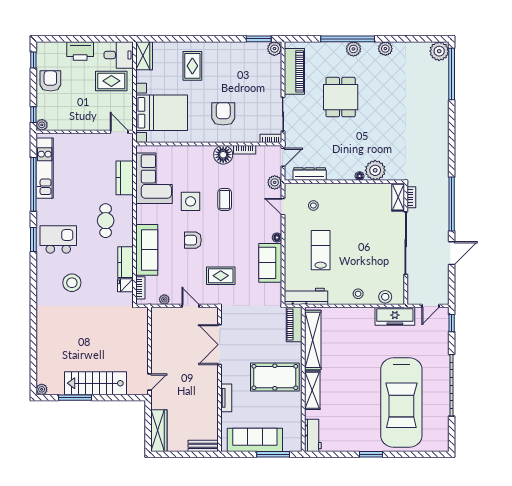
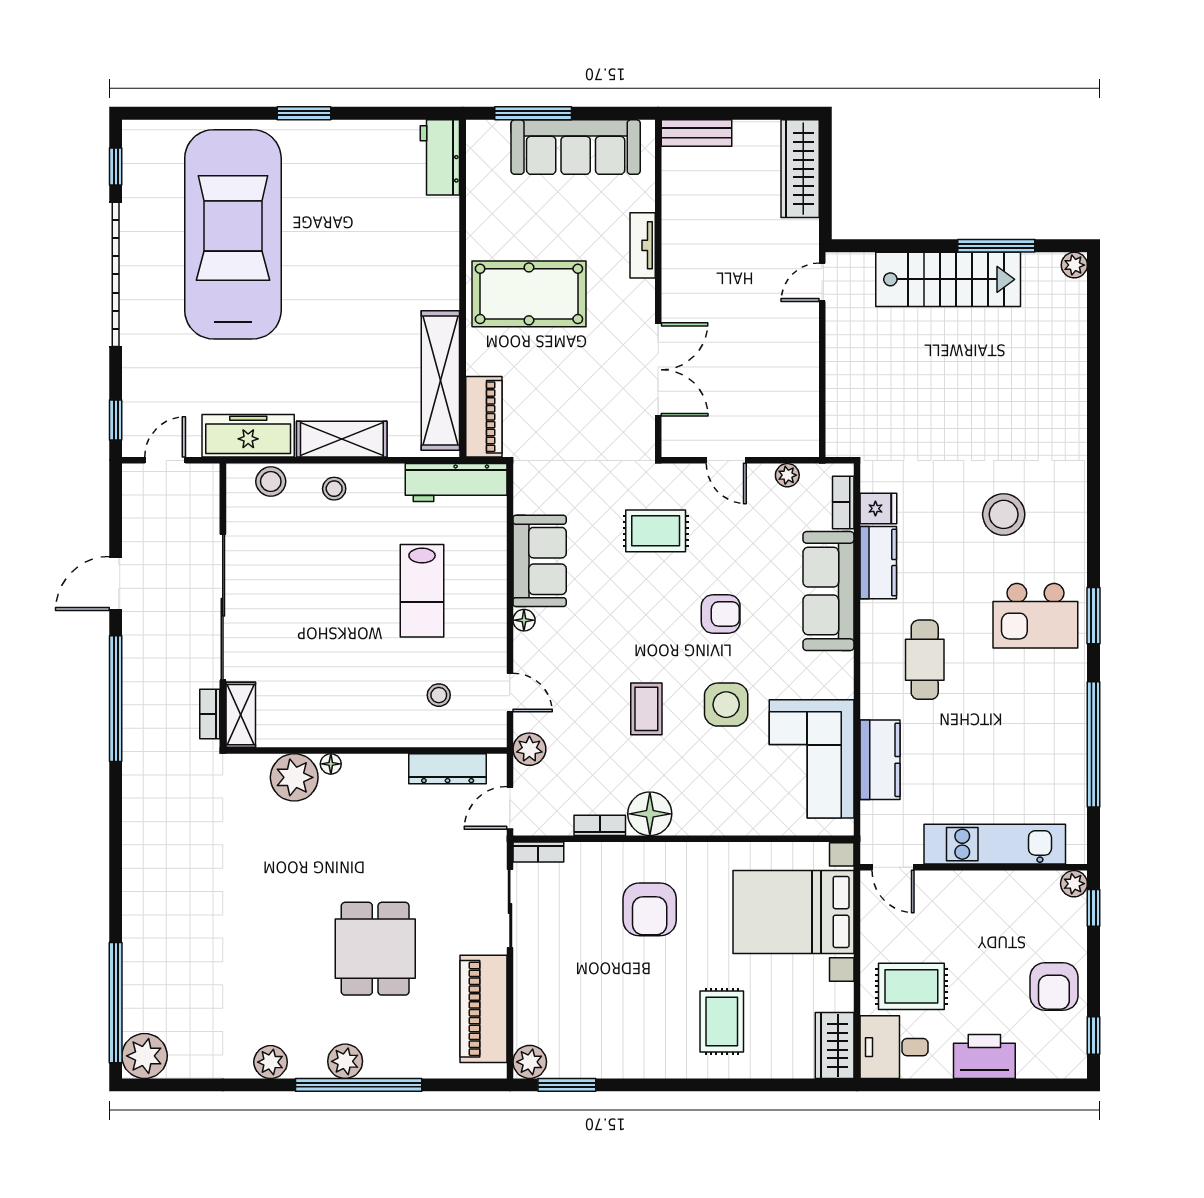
kitchen unit: (45, 168) -> (995, 844), moved, turned 90
shelving: (312, 390) -> (342, 439), moved, turned 90
window: (452, 432) -> (116, 166), added

